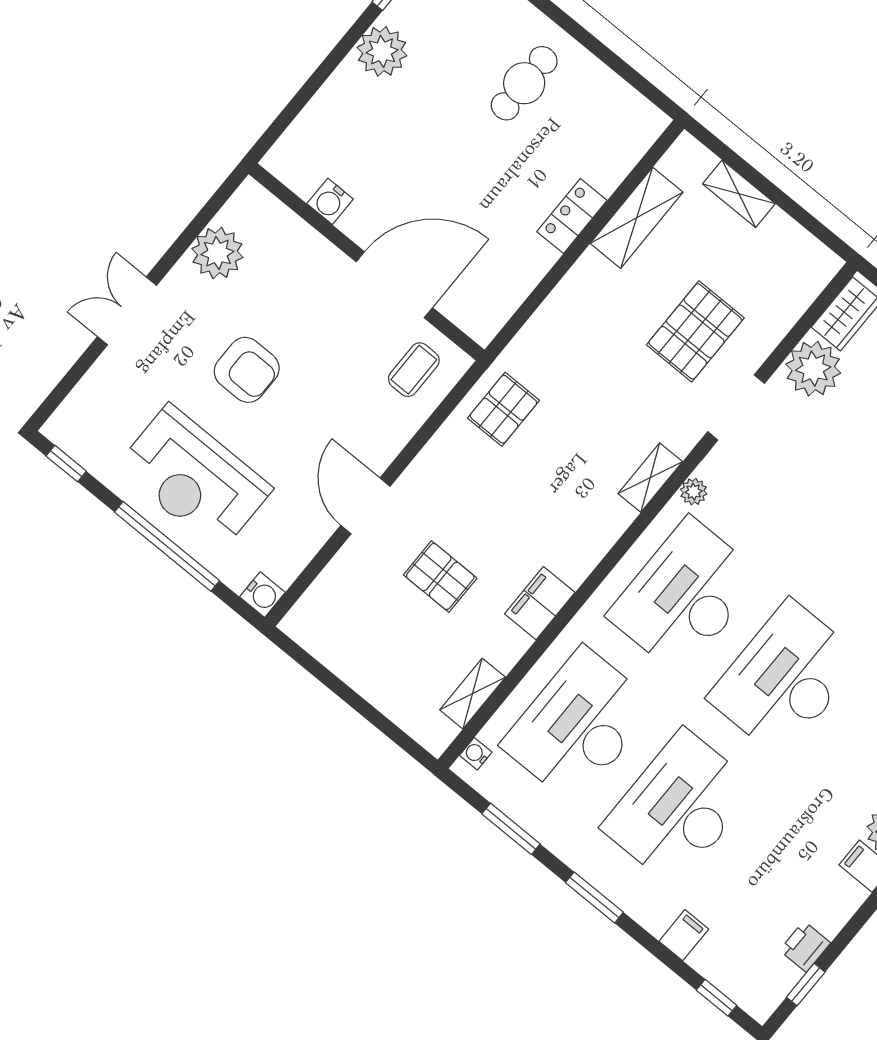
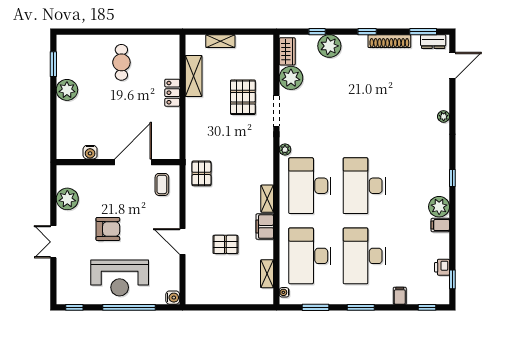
shelving: (650, 478) -> (267, 199), moved

